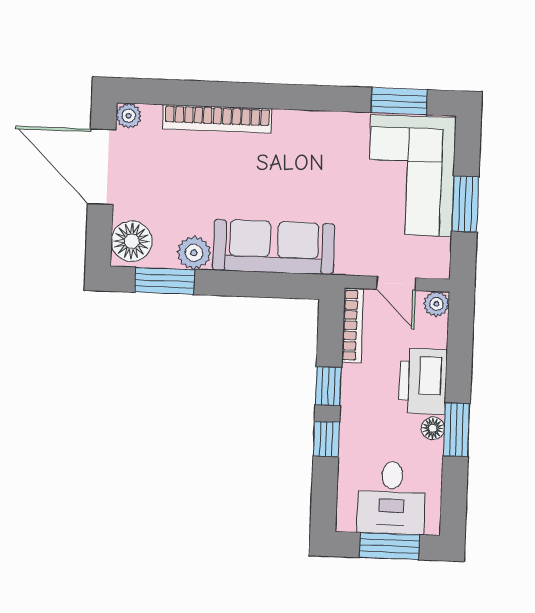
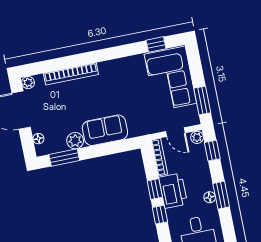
window: (399, 101) -> (156, 44), width x0.67
window: (465, 204) -> (202, 100), moved
floor lamp: (132, 241) -> (38, 139), width x0.53, depth x0.53
sofa: (274, 247) -> (105, 130), width x0.73
window: (460, 338) -> (212, 151), added
printer: (423, 381) -> (173, 191), moved, turned 180

